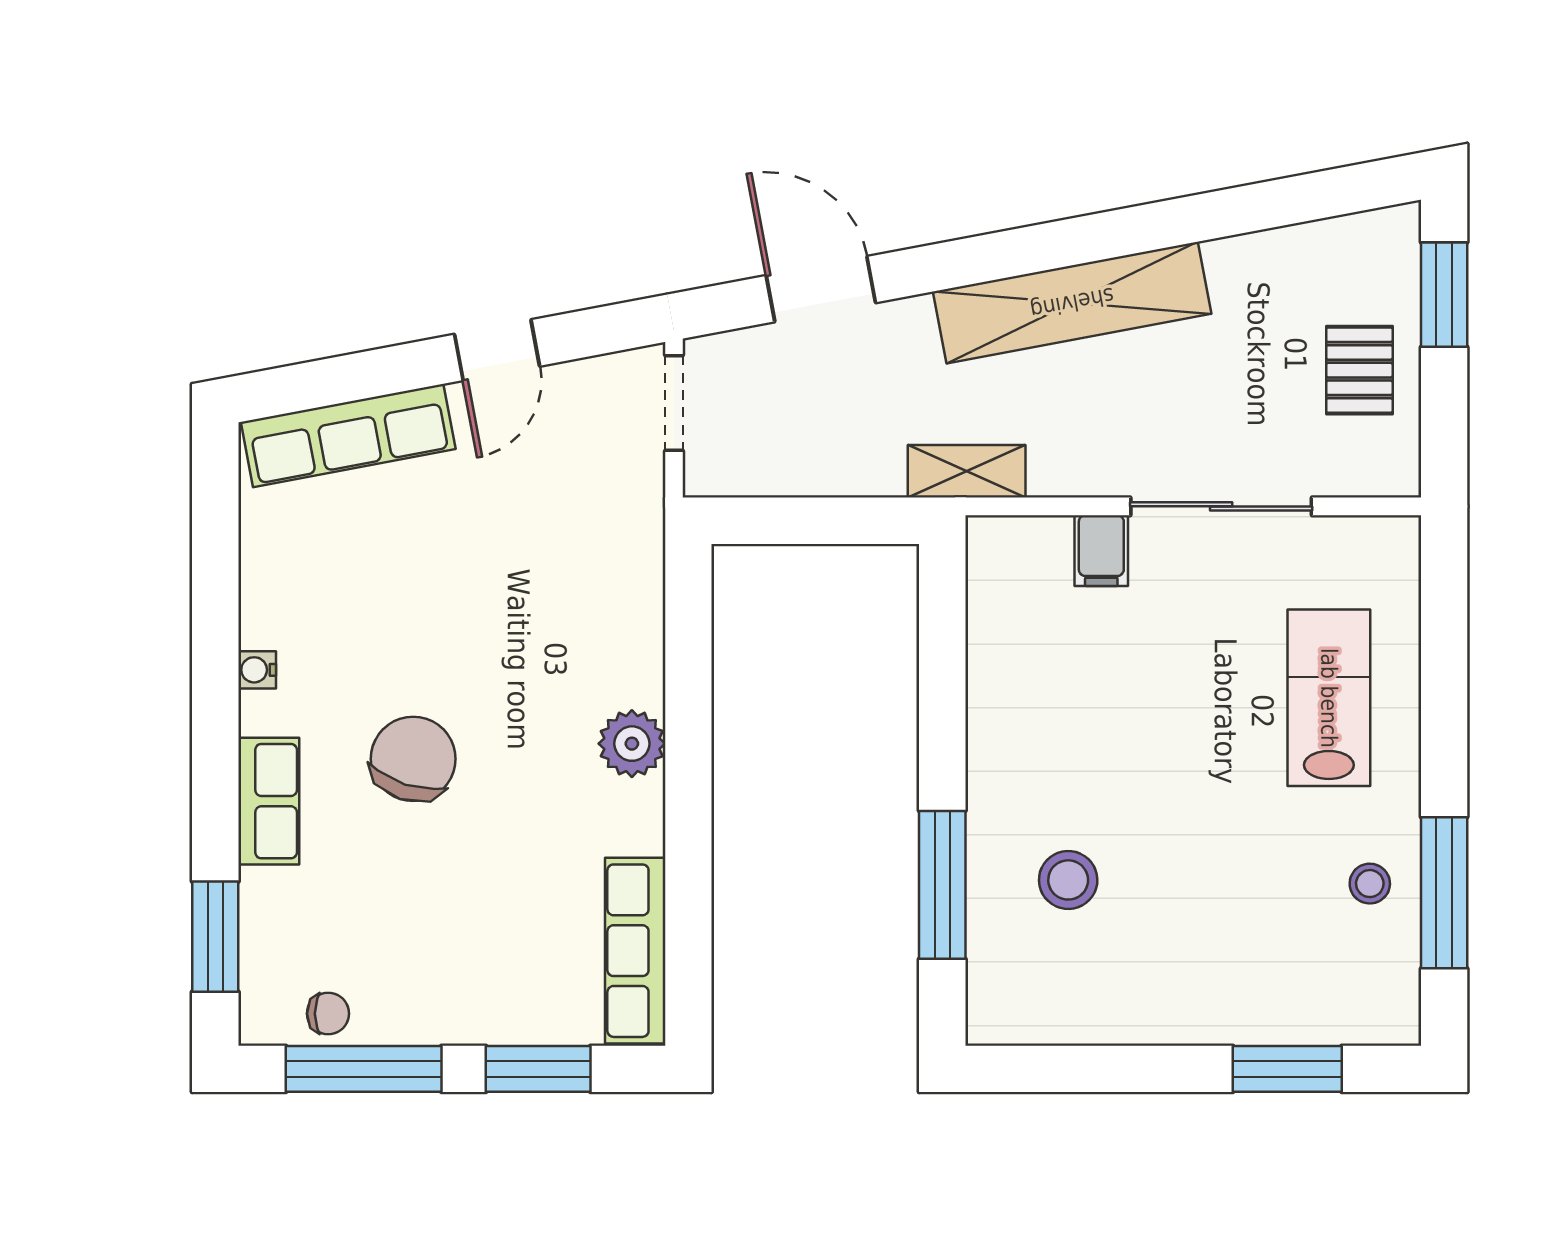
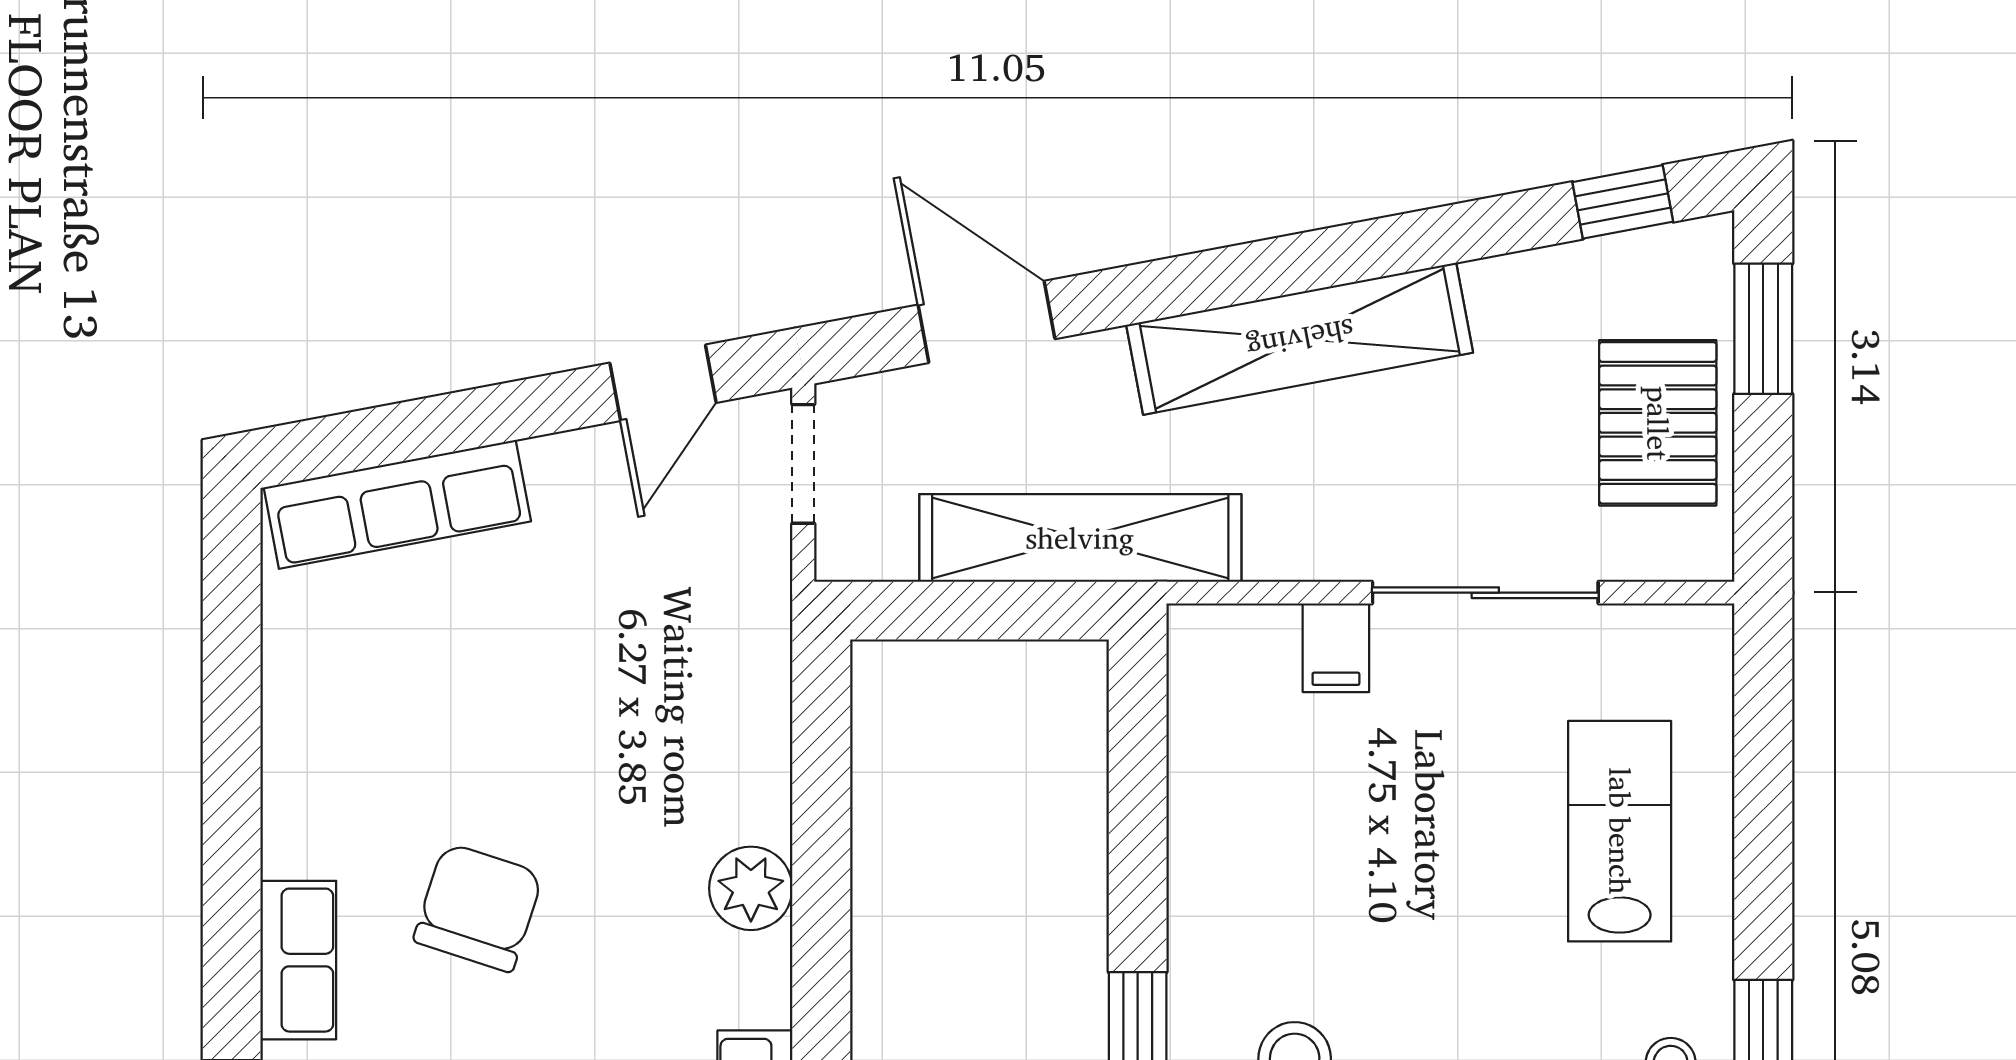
window: (1331, 193) -> (1623, 202), added
door: (497, 350) -> (663, 383), moved
pallet: (1359, 370) -> (1658, 423), width x1.50, depth x1.42
shelving: (967, 471) -> (1080, 538), width x2.20, depth x1.33
water cooler: (257, 670) -> (284, 796), removed

